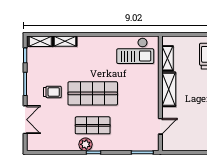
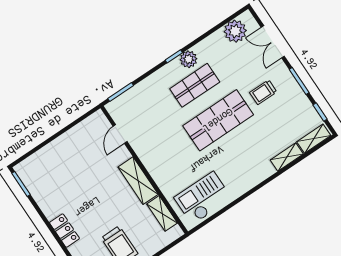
plant: (44, 142) -> (235, 31), added

